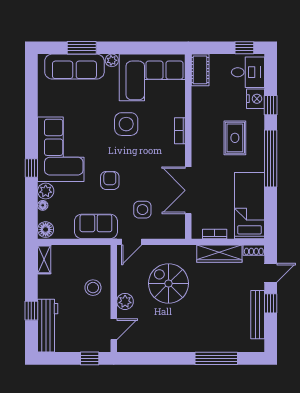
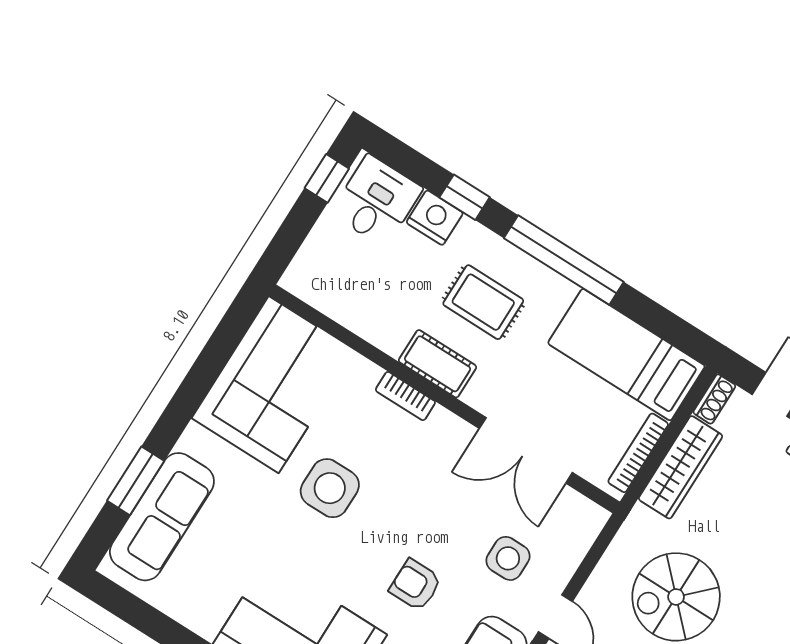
plant: (112, 60) -> (194, 440), removed
cot: (200, 70) -> (437, 364), moved
bookcase: (215, 234) -> (638, 453), width x1.56

